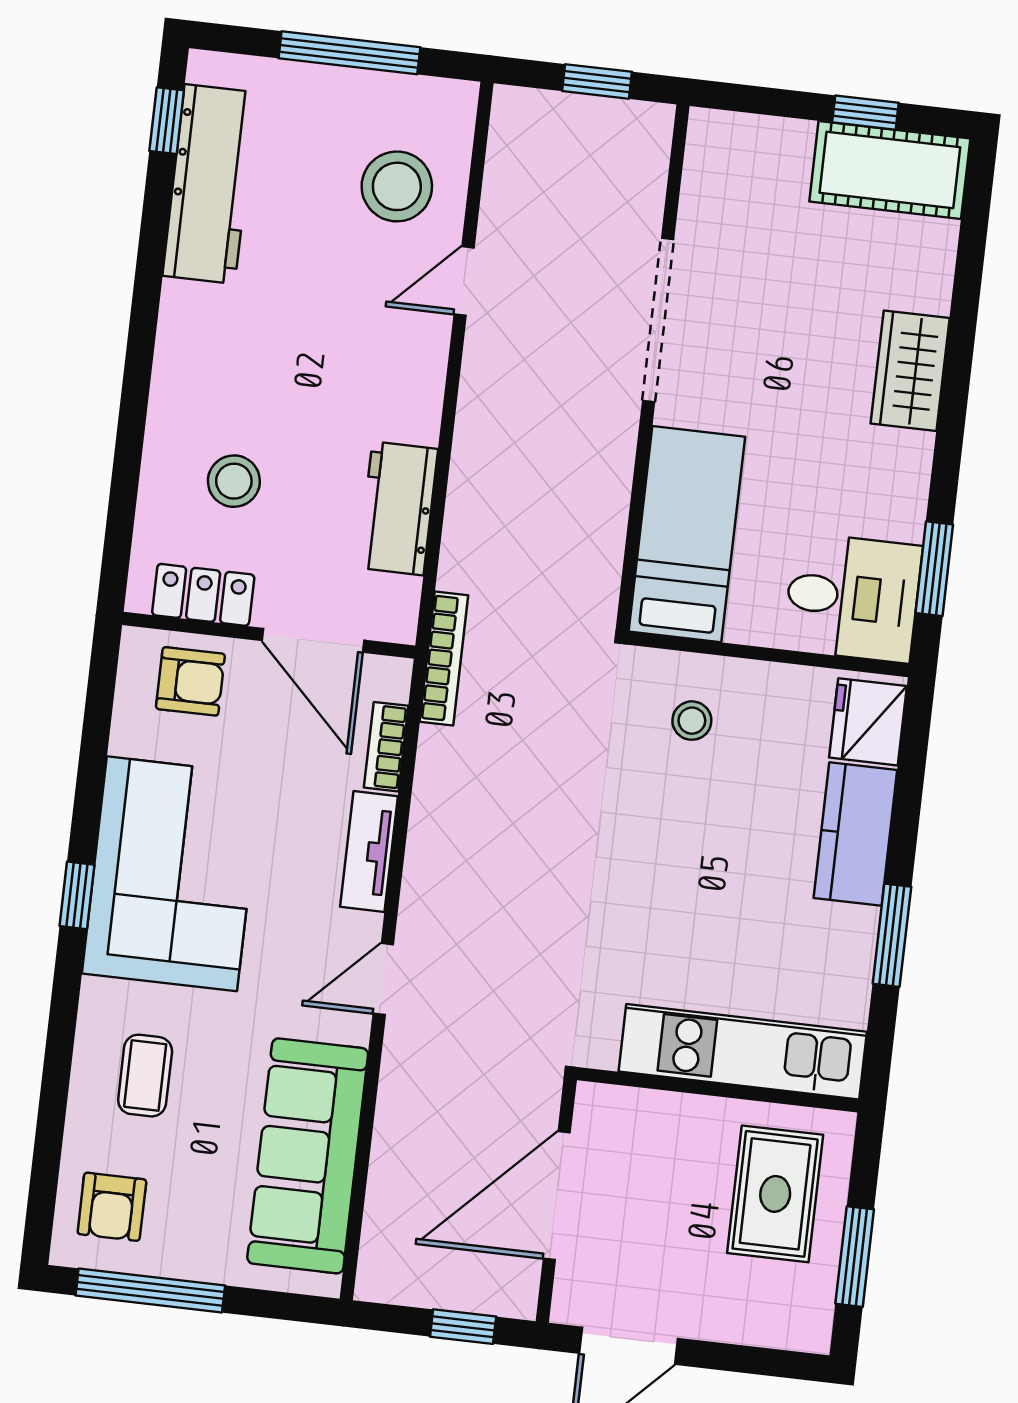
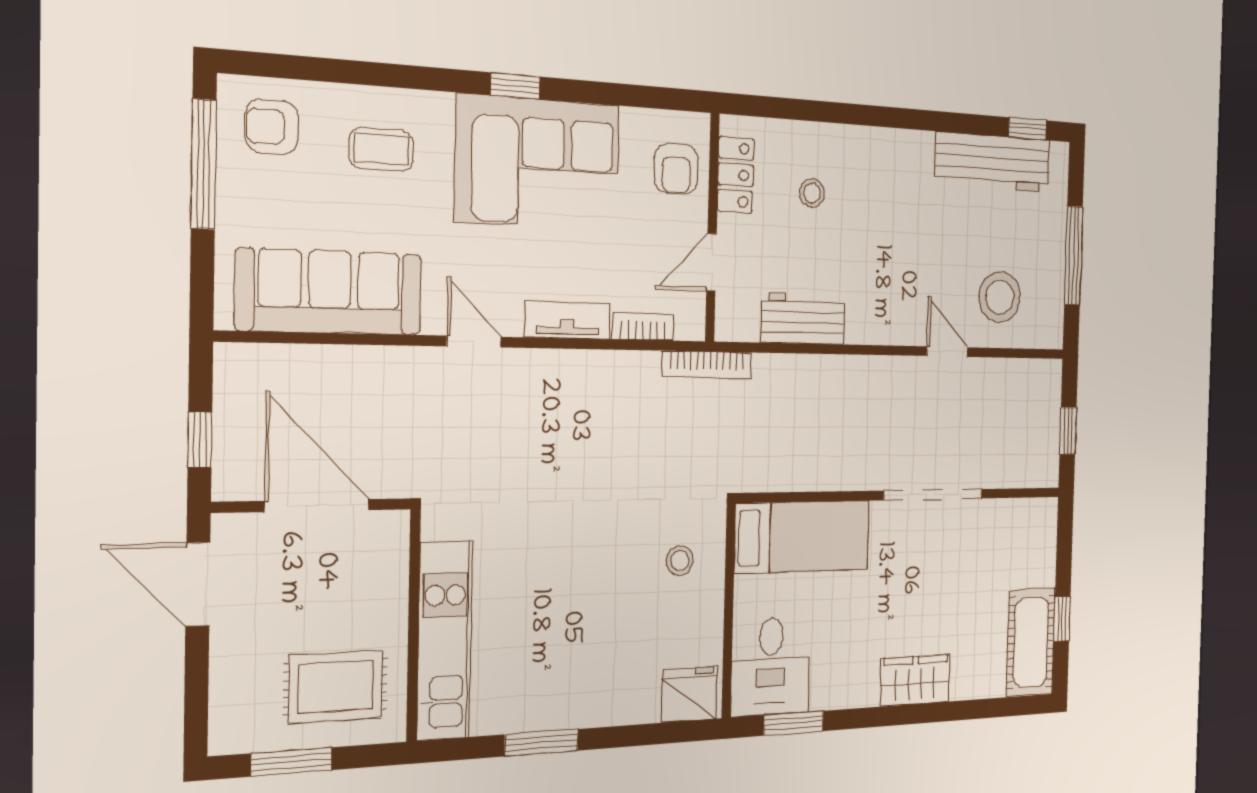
stool: (234, 481) -> (812, 193), width x0.73, depth x0.73
door: (313, 640) -> (711, 262), width x0.73
kitchen counter: (855, 834) -> (611, 700), removed

